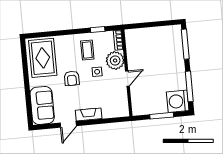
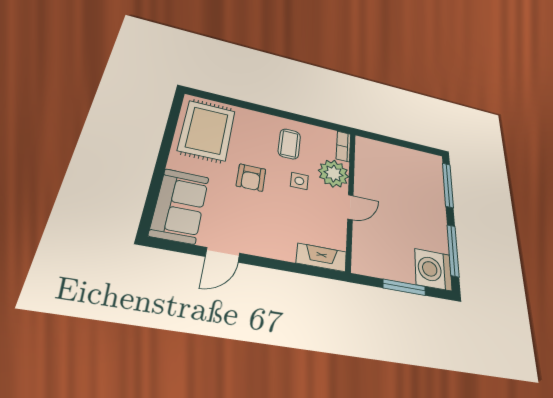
window: (98, 29) -> (313, 121), removed
fireplace: (89, 114) -> (322, 257), moved

